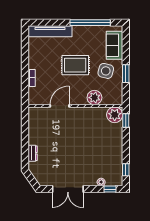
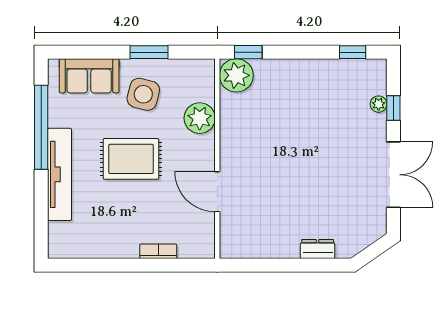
tv unit: (50, 31) -> (60, 174), moved
rug: (75, 65) -> (131, 159), turned 90
window: (110, 189) -> (393, 108), moved

